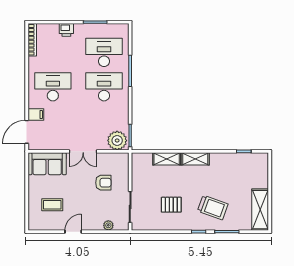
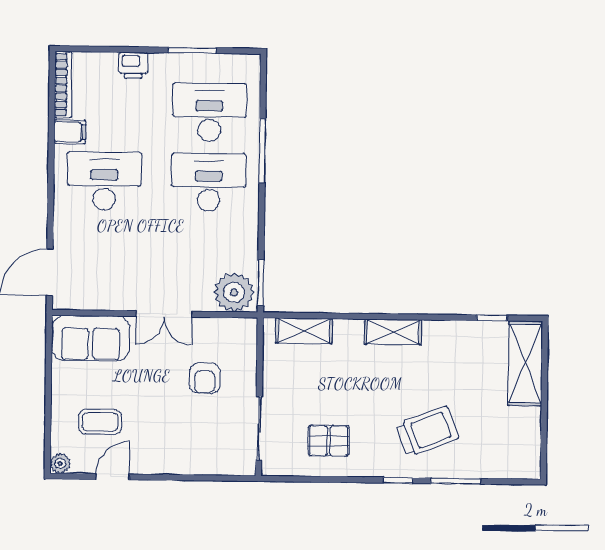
filing cabinet: (36, 114) -> (70, 132), moved
shelving: (167, 159) -> (304, 331), moved
armchair: (103, 183) -> (205, 378), turned 92
pallet: (171, 205) -> (329, 441), moved
trolley: (213, 207) -> (427, 431), turned -41
shelving: (260, 210) -> (525, 363), moved
plant: (108, 225) -> (60, 463), moved
door: (73, 232) -> (113, 477), moved

